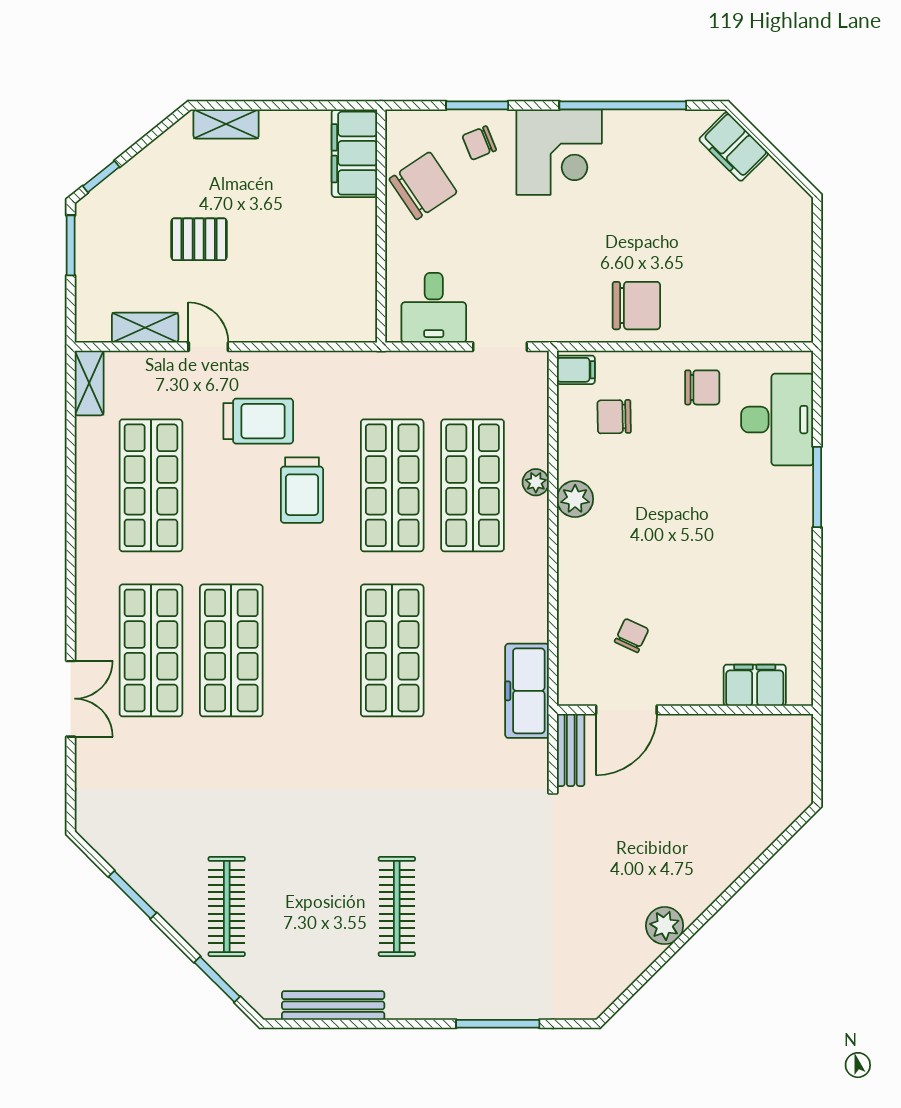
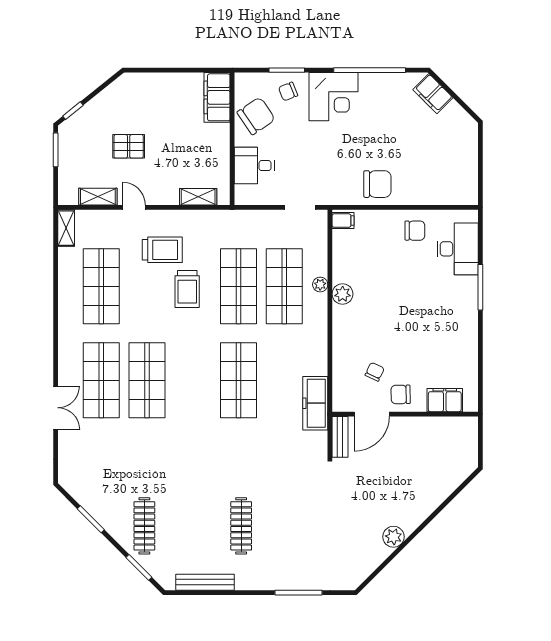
shelving: (226, 124) -> (198, 197), moved
desk: (434, 308) -> (254, 166), moved, turned 90
chair: (614, 417) -> (401, 394), moved

